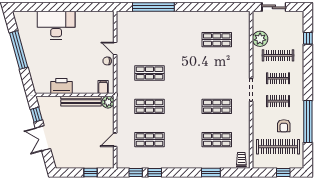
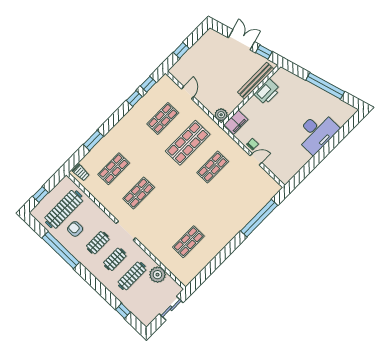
filing cabinet: (103, 87) -> (236, 122), width x2.00
bench: (81, 101) -> (256, 81), moved
shop shelf: (150, 106) -> (188, 143), width x1.43, depth x1.36

